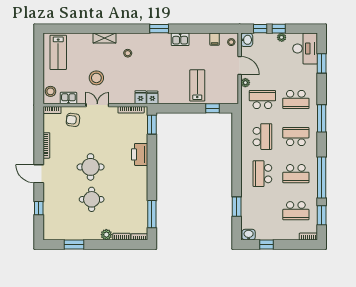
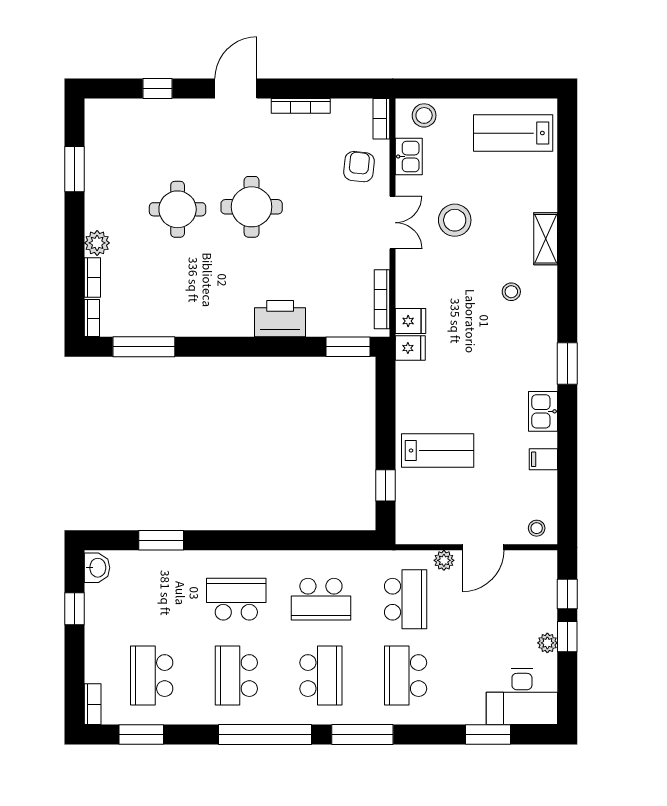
filing cabinet: (215, 39) -> (543, 459), moved
washbasin: (247, 40) -> (542, 564), removed
window: (322, 177) -> (265, 734), moved

